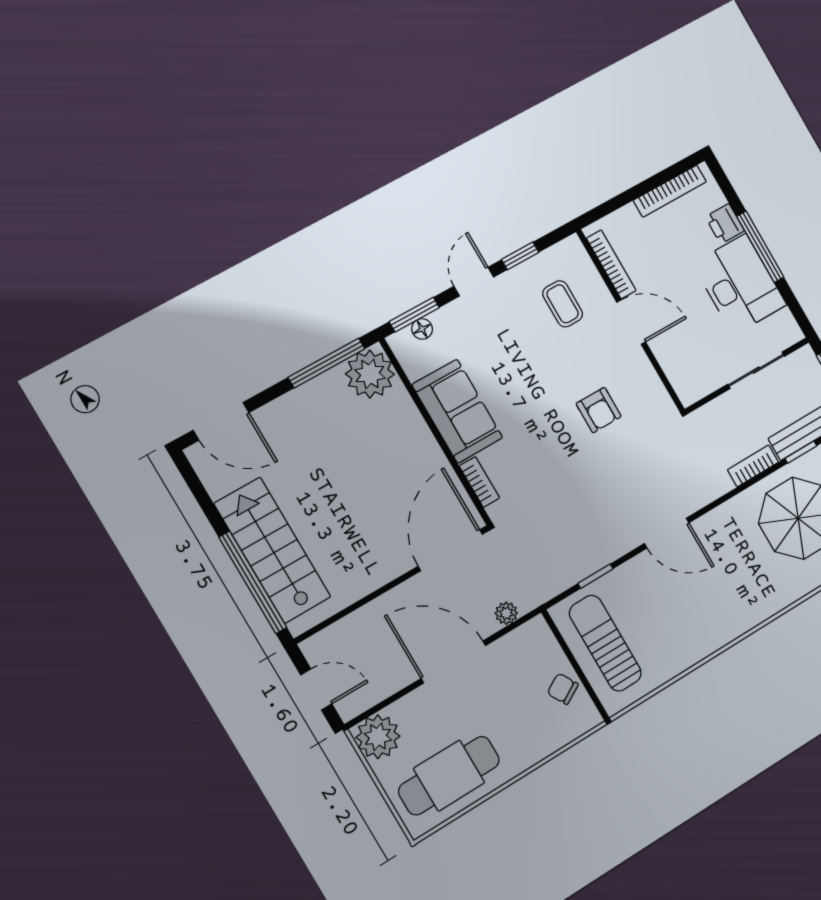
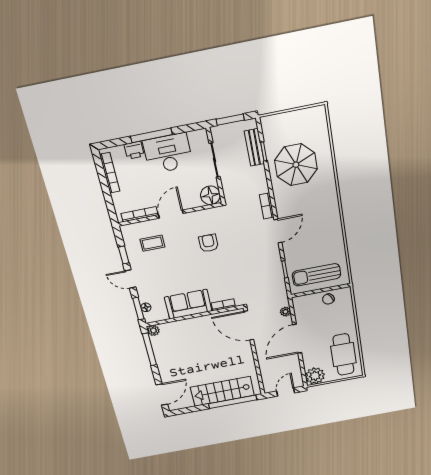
plant: (370, 374) -> (153, 330), width x0.53, depth x0.53
floor lamp: (691, 384) -> (210, 195), added
armchair: (599, 410) -> (209, 243), turned -90
bookcase: (753, 466) -> (267, 206), moved

